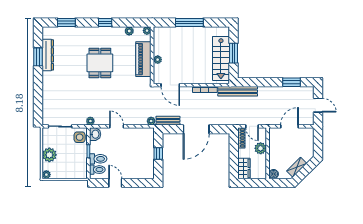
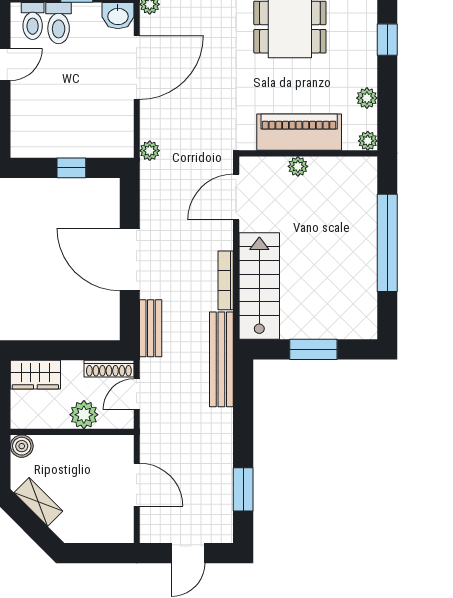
window: (189, 23) -> (387, 243), width x1.46
stairs: (221, 58) -> (259, 286), moved, turned 90
bench: (168, 121) -> (151, 328), moved
door: (117, 126) -> (137, 68), width x1.87

